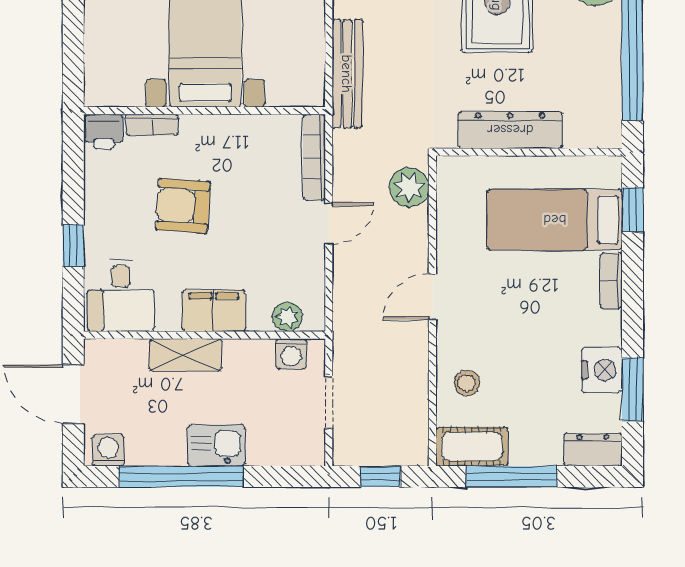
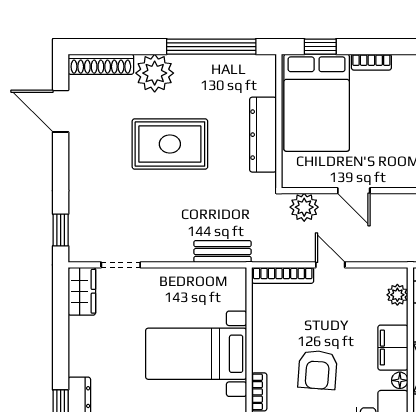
bench: (347, 74) -> (223, 252), width x0.73
bed: (555, 220) -> (317, 103), width x1.50
door: (432, 297) -> (354, 191), moved
floor lamp: (168, 320) -> (400, 380), added

